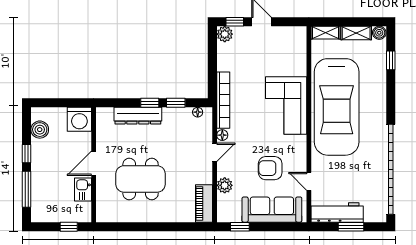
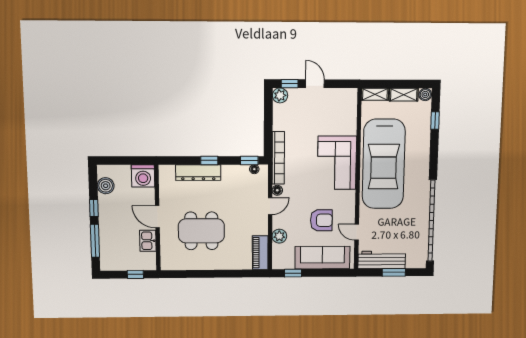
window: (176, 103) -> (249, 160), moved
door: (94, 163) -> (157, 217), hinge flipped
armchair: (270, 168) -> (321, 220), turned 180

